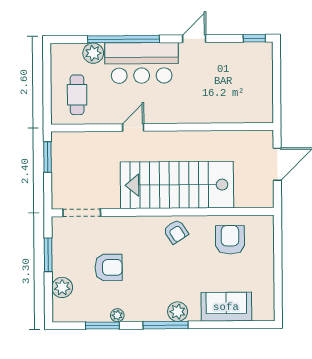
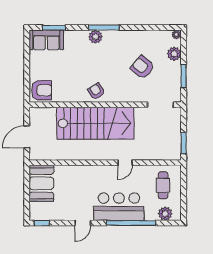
plant: (93, 53) -> (165, 214), moved
booth: (255, 96) -> (41, 183), added
armchair: (230, 240) -> (42, 90), moved, turned -90
armchair: (109, 267) -> (142, 67), turned 40
sofa: (226, 307) -> (46, 40), moved
plant: (117, 315) -> (176, 35), moved
window: (102, 326) -> (54, 28), moved

